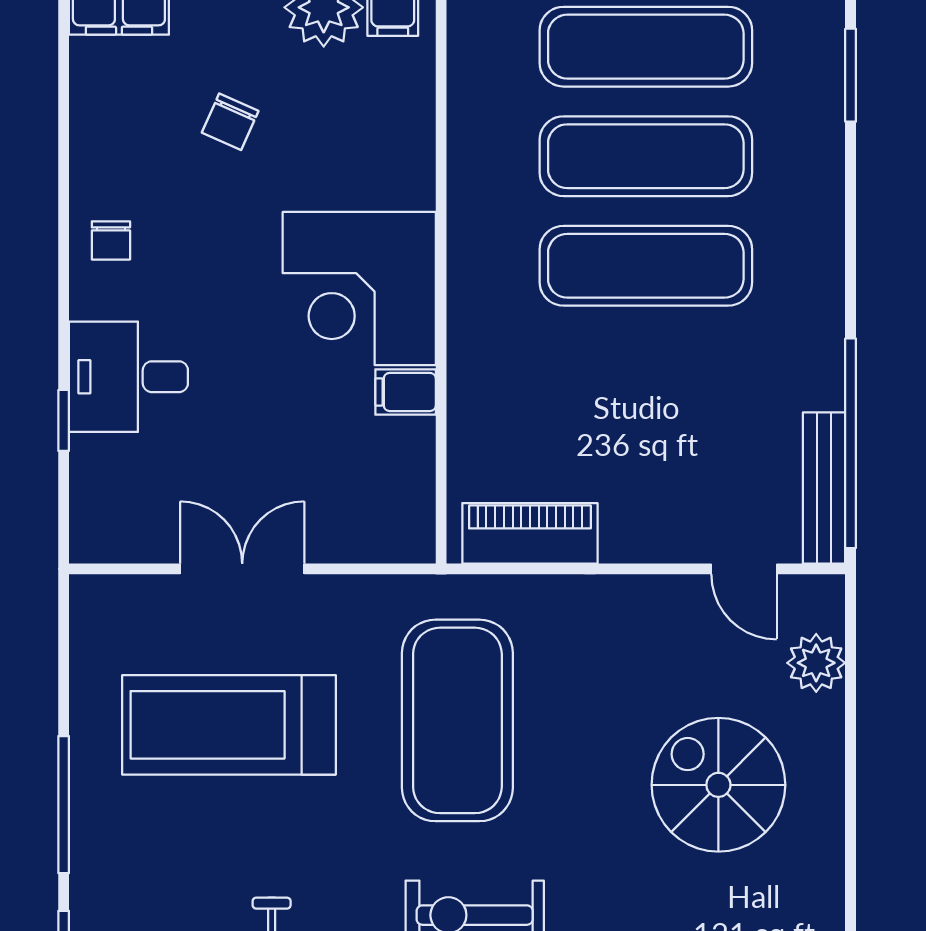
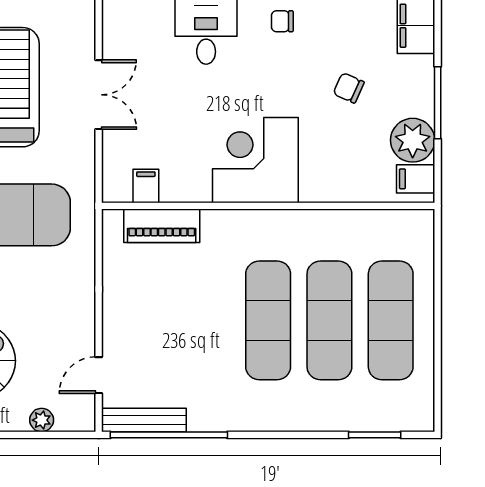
filing cabinet: (406, 392) -> (146, 186), moved
piano: (530, 533) -> (162, 226), moved, turned 90
plant: (816, 663) -> (42, 420), width x0.73, depth x0.73

